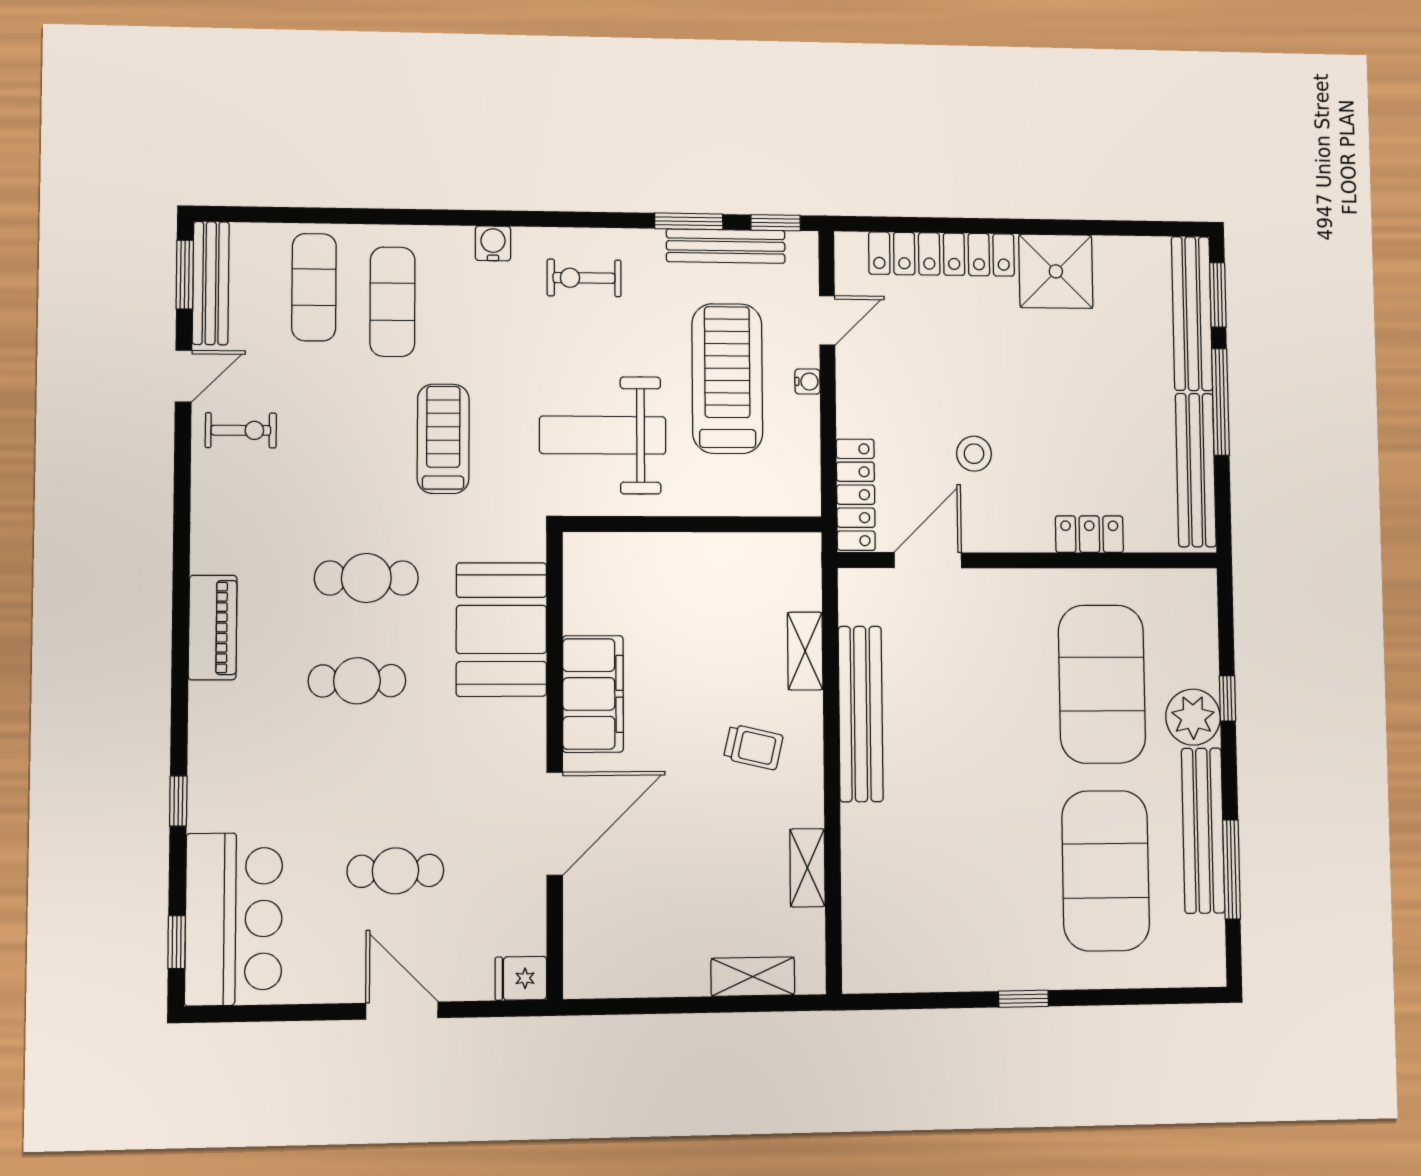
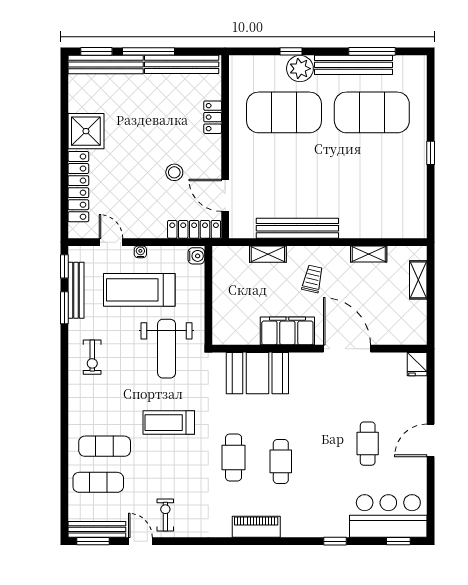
water cooler: (493, 243) -> (196, 256), moved, turned 180
booth: (501, 629) -> (257, 373), moved
filing cabinet: (593, 694) -> (287, 331), moved
wall: (555, 764) -> (319, 349), moved
door: (555, 824) -> (347, 349), moved
fridge: (521, 978) -> (417, 364), moved

